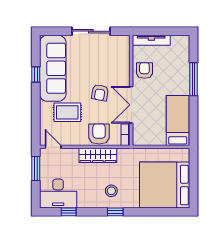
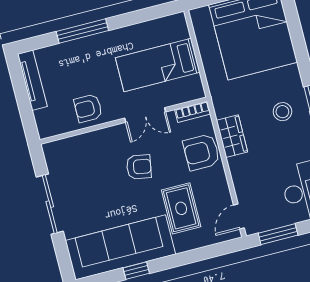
tv unit: (151, 40) -> (32, 80), moved
double door: (131, 105) -> (145, 115), width x0.73
bed: (178, 121) -> (158, 65), moved
wardrobe: (98, 155) -> (232, 136), width x0.67

